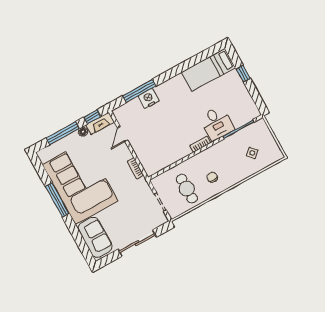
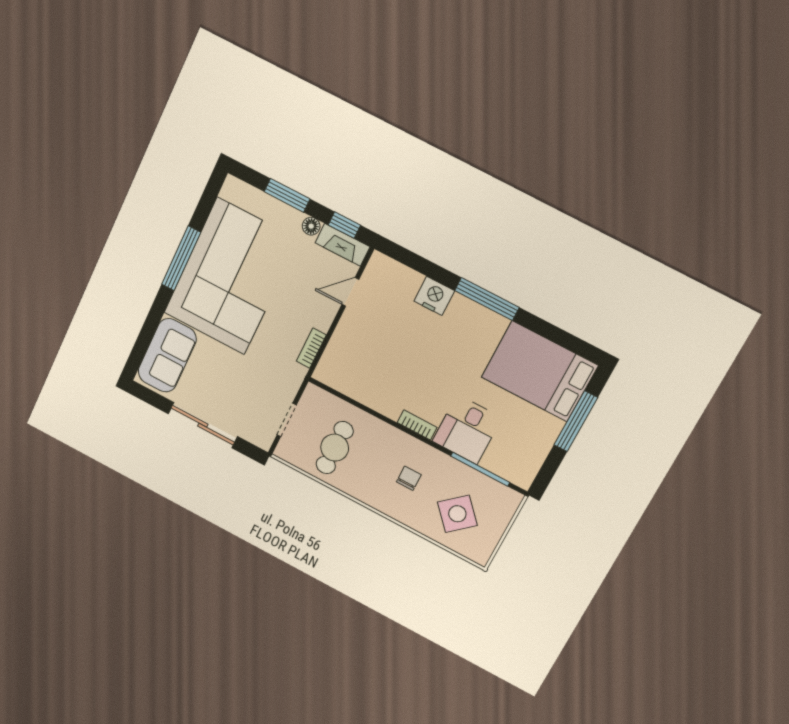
bed: (208, 70) -> (540, 371), width x1.50
window: (243, 74) -> (576, 421), width x2.17
window: (139, 91) -> (487, 299), moved
window: (63, 133) -> (287, 195), width x0.69
side table: (252, 153) -> (457, 514), width x1.87, depth x1.87
chair: (212, 177) -> (409, 478), moved

